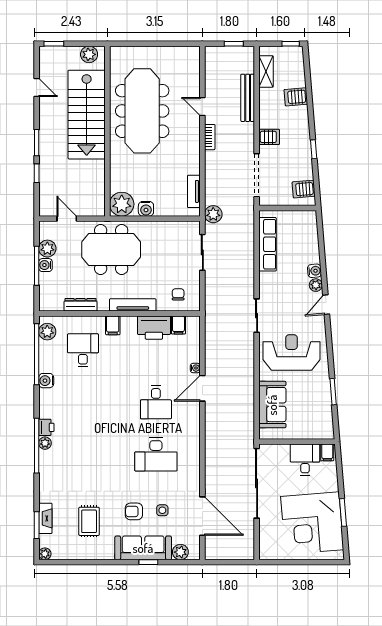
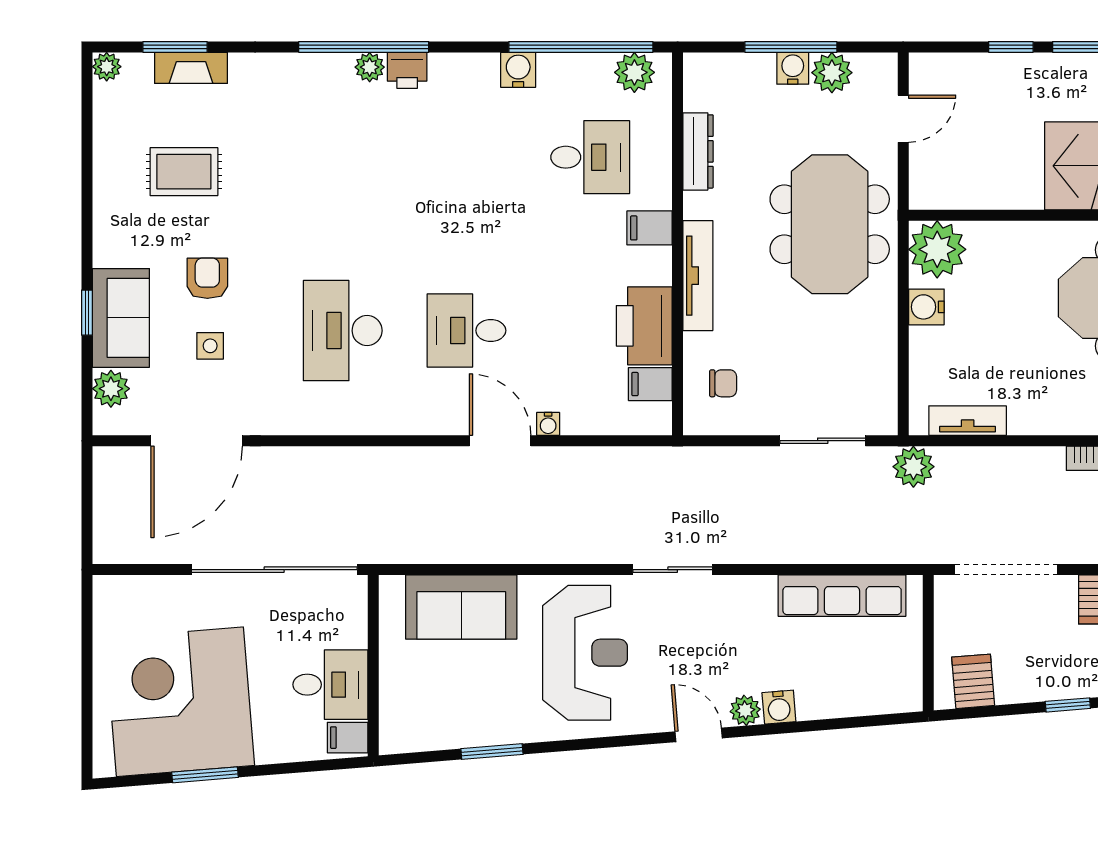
sofa: (143, 548) -> (121, 318), width x0.73

